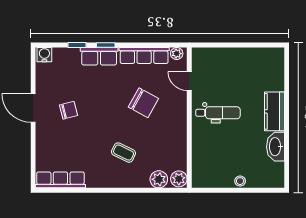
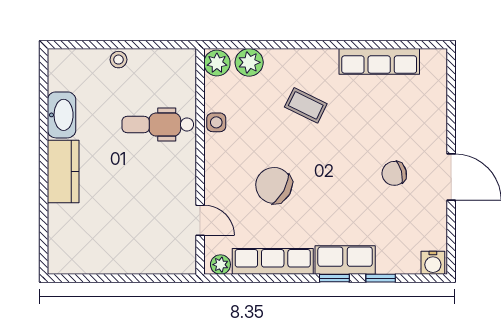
dental chair: (218, 113) -> (158, 125), moved
side table: (179, 142) -> (216, 122), added
row of seats: (60, 180) -> (379, 61), moved

